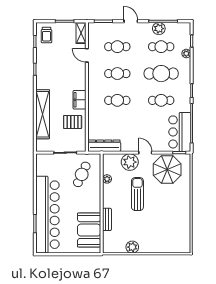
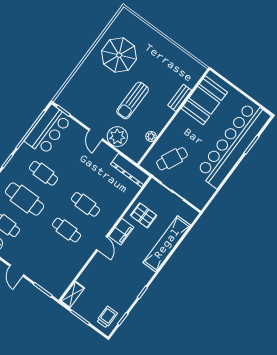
cafe table: (117, 47) -> (48, 256), removed
door: (87, 55) -> (102, 243), moved
parasol: (167, 169) -> (119, 55), moved
plant: (132, 247) -> (175, 53), removed

